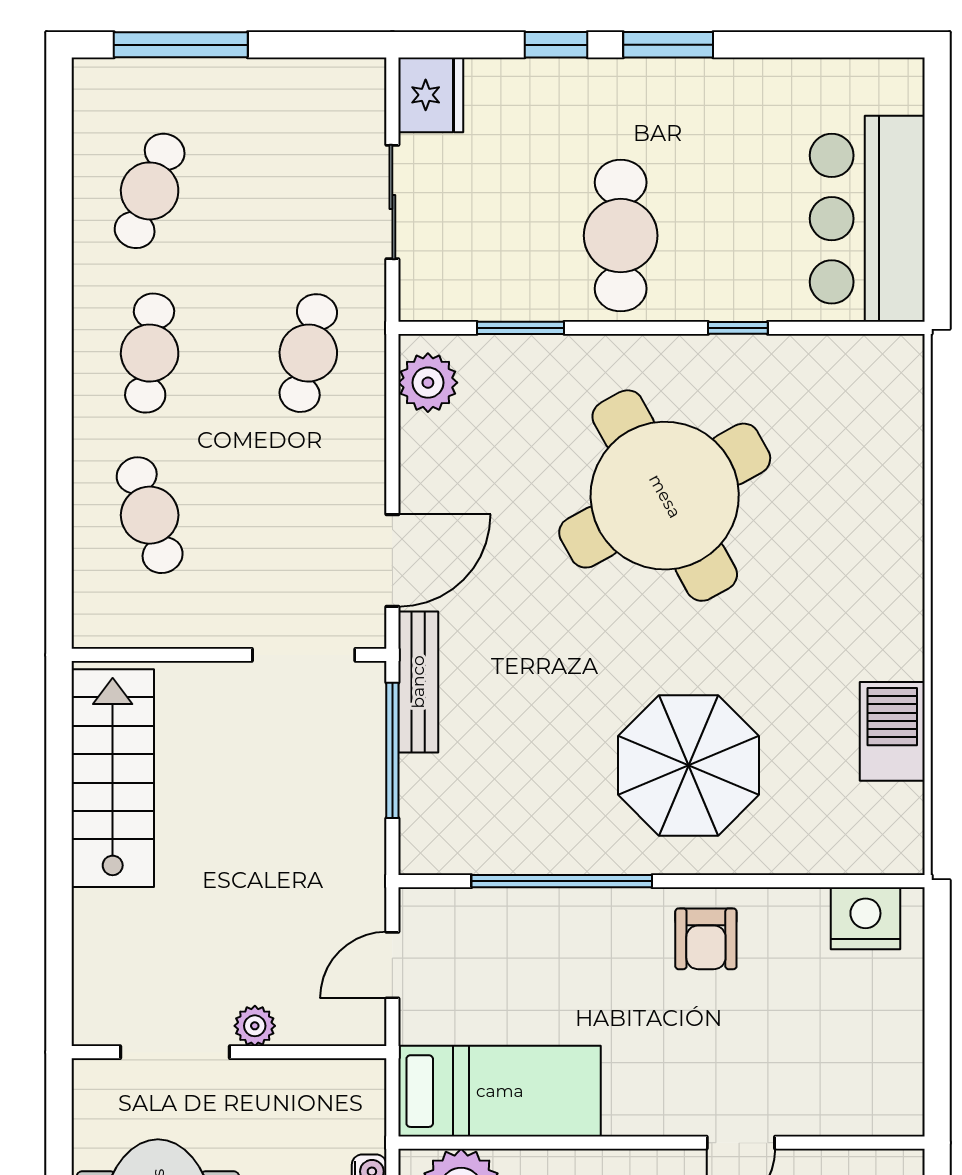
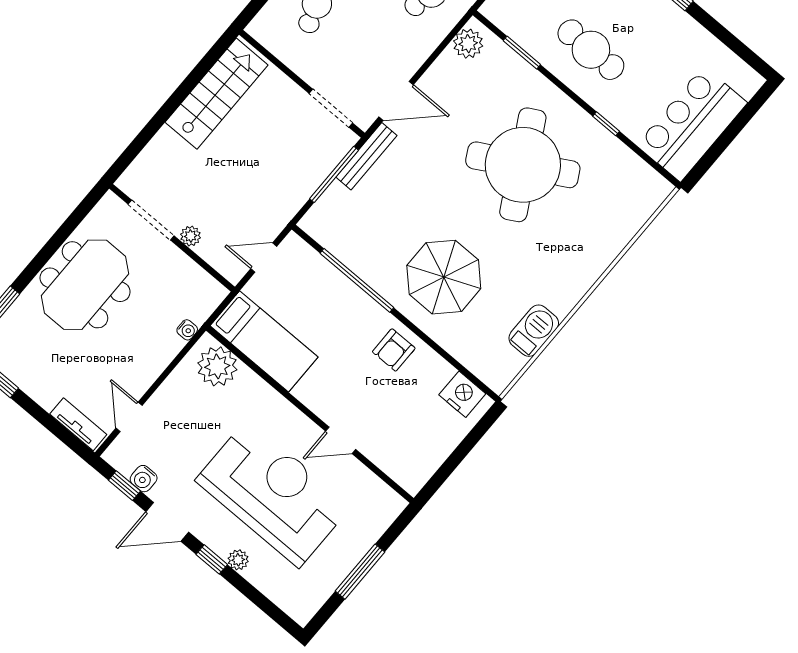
cafe table: (621, 236) -> (591, 50), turned 90

